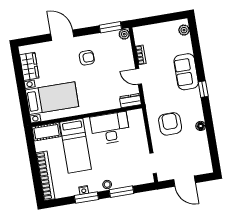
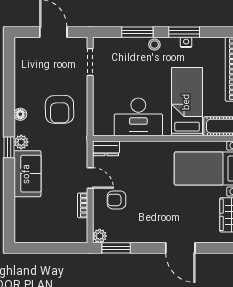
plant: (184, 30) -> (21, 142), moved
armchair: (87, 58) -> (116, 200), moved
floor lamp: (201, 126) -> (20, 114), moved

